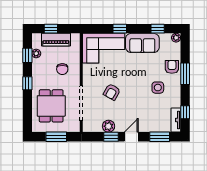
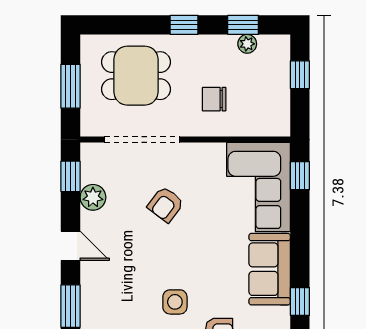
window: (120, 29) -> (300, 176), moved
piano: (56, 40) -> (277, 86), removed
armchair: (112, 92) -> (166, 204), turned -82
window: (111, 137) -> (71, 176), moved

